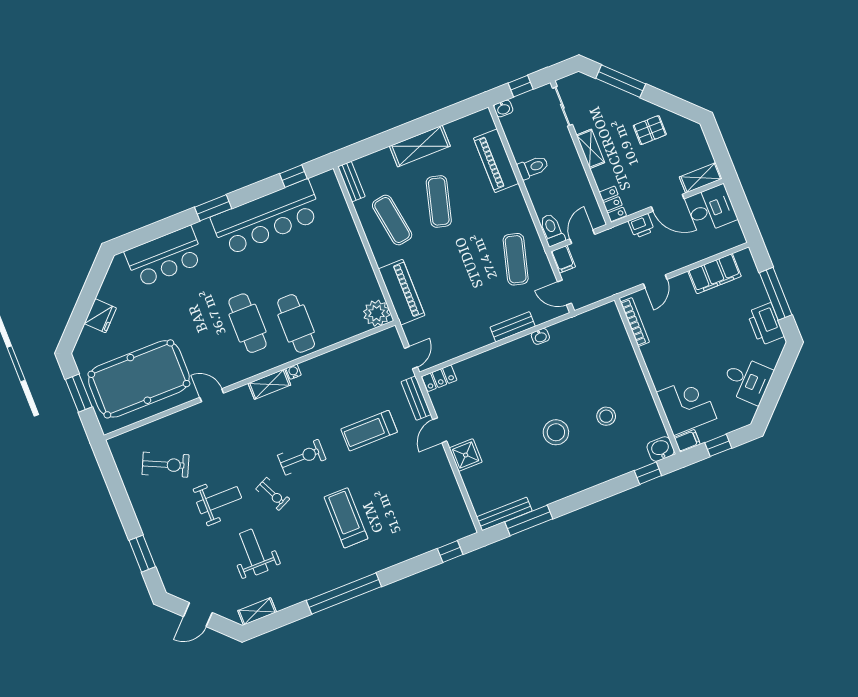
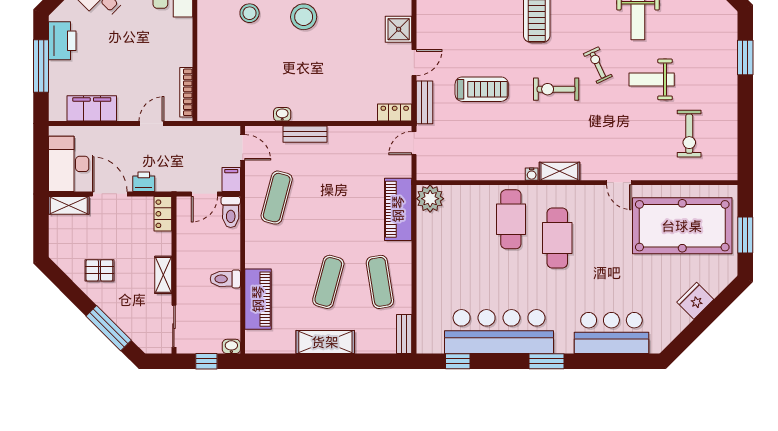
desk: (711, 209) -> (70, 164), width x1.37
exercise bike: (166, 465) -> (689, 134), turned -115

